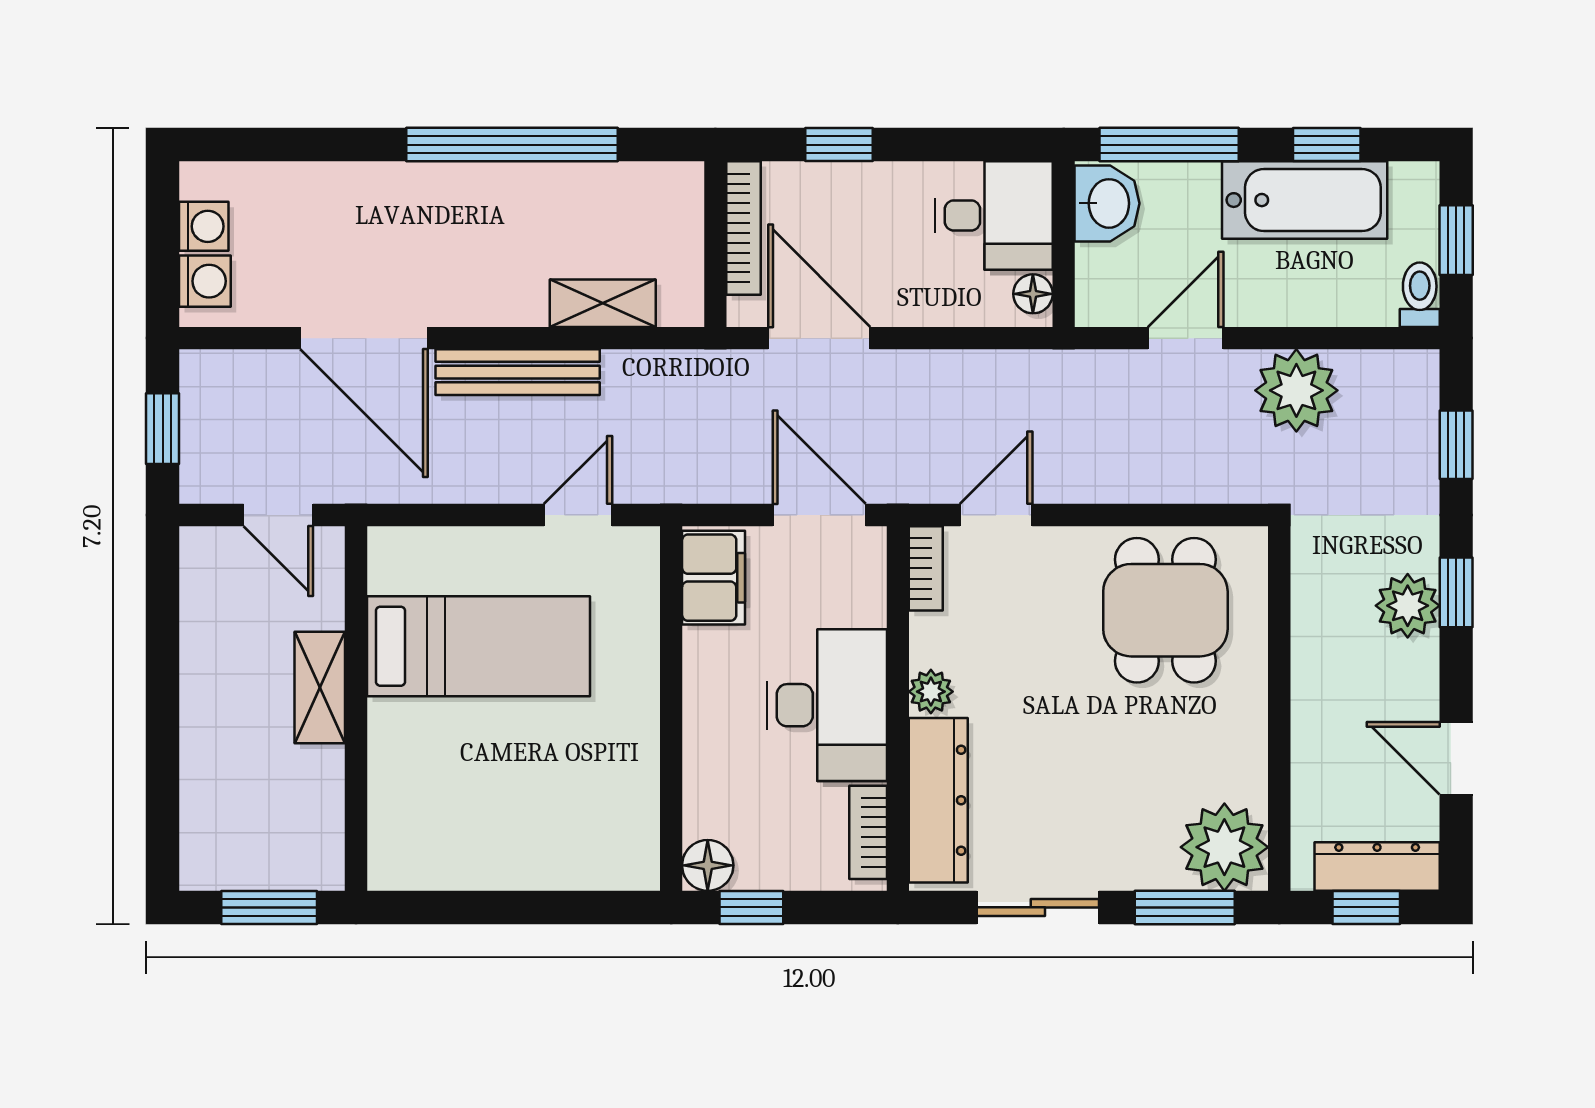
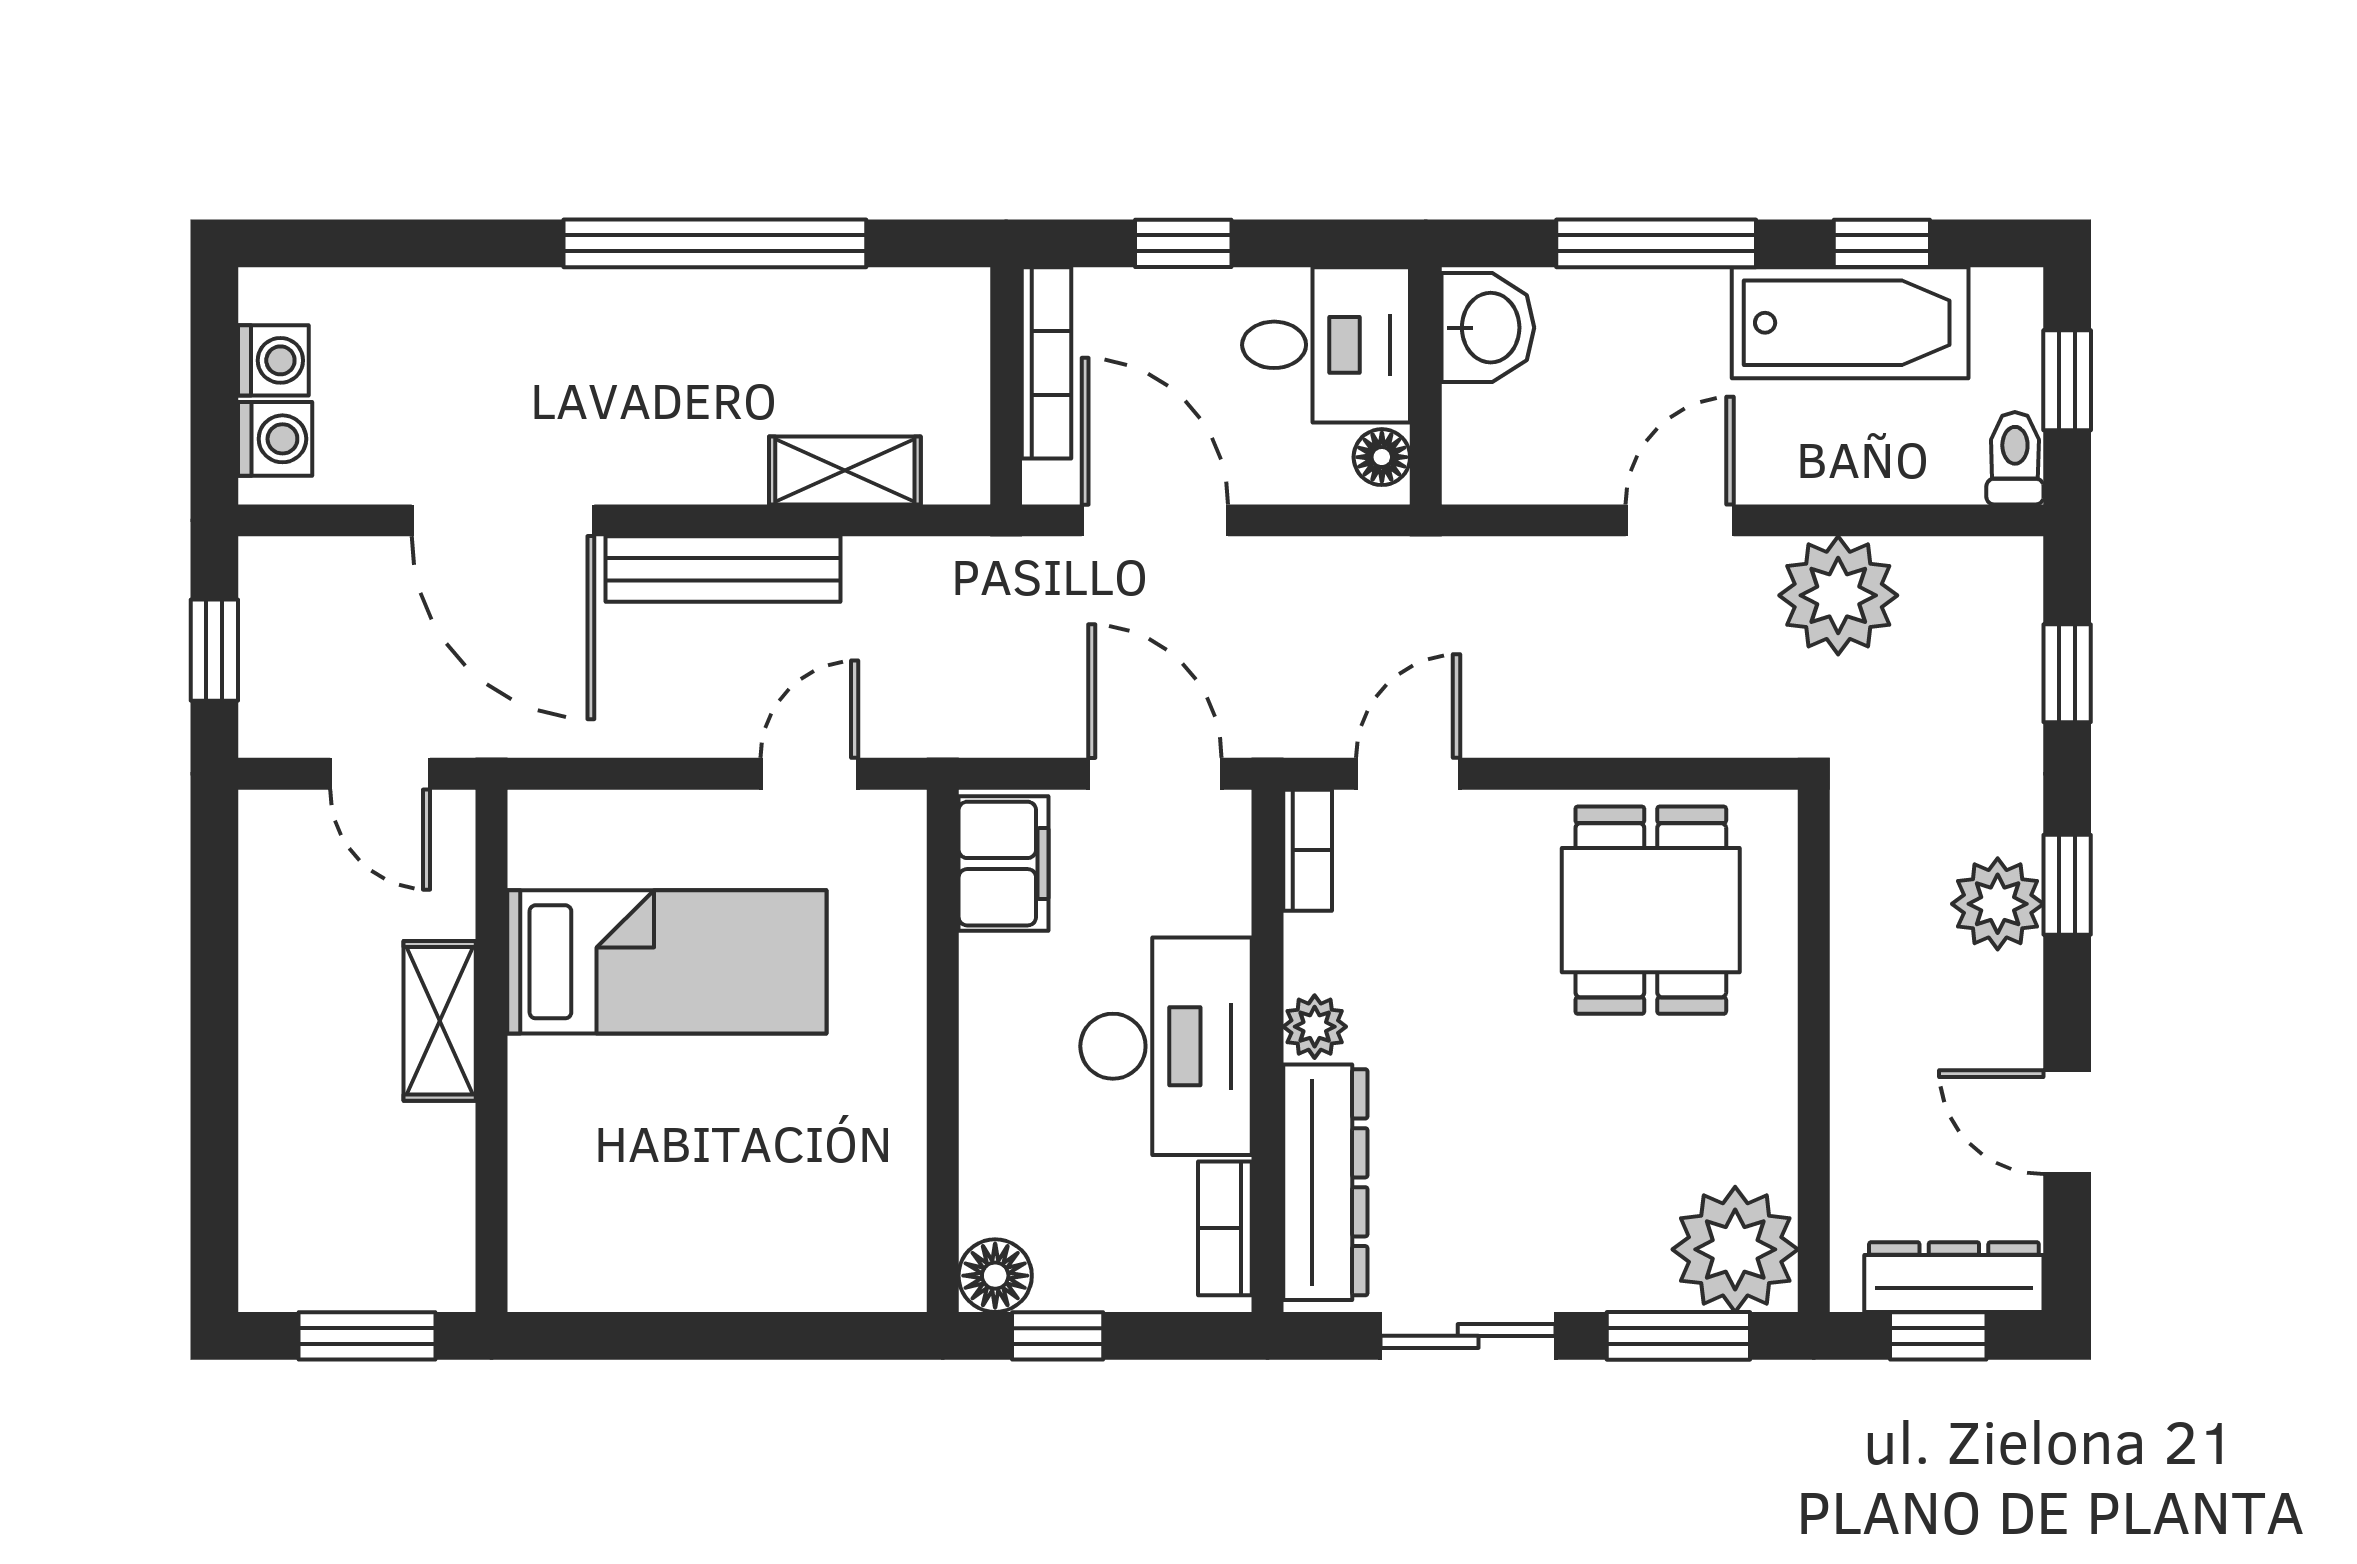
washbasin: (1107, 203) -> (1488, 328), moved
desk: (994, 215) -> (1326, 345), moved
wall: (1064, 244) -> (1426, 386), moved
floor lamp: (1033, 294) -> (1382, 457), moved

